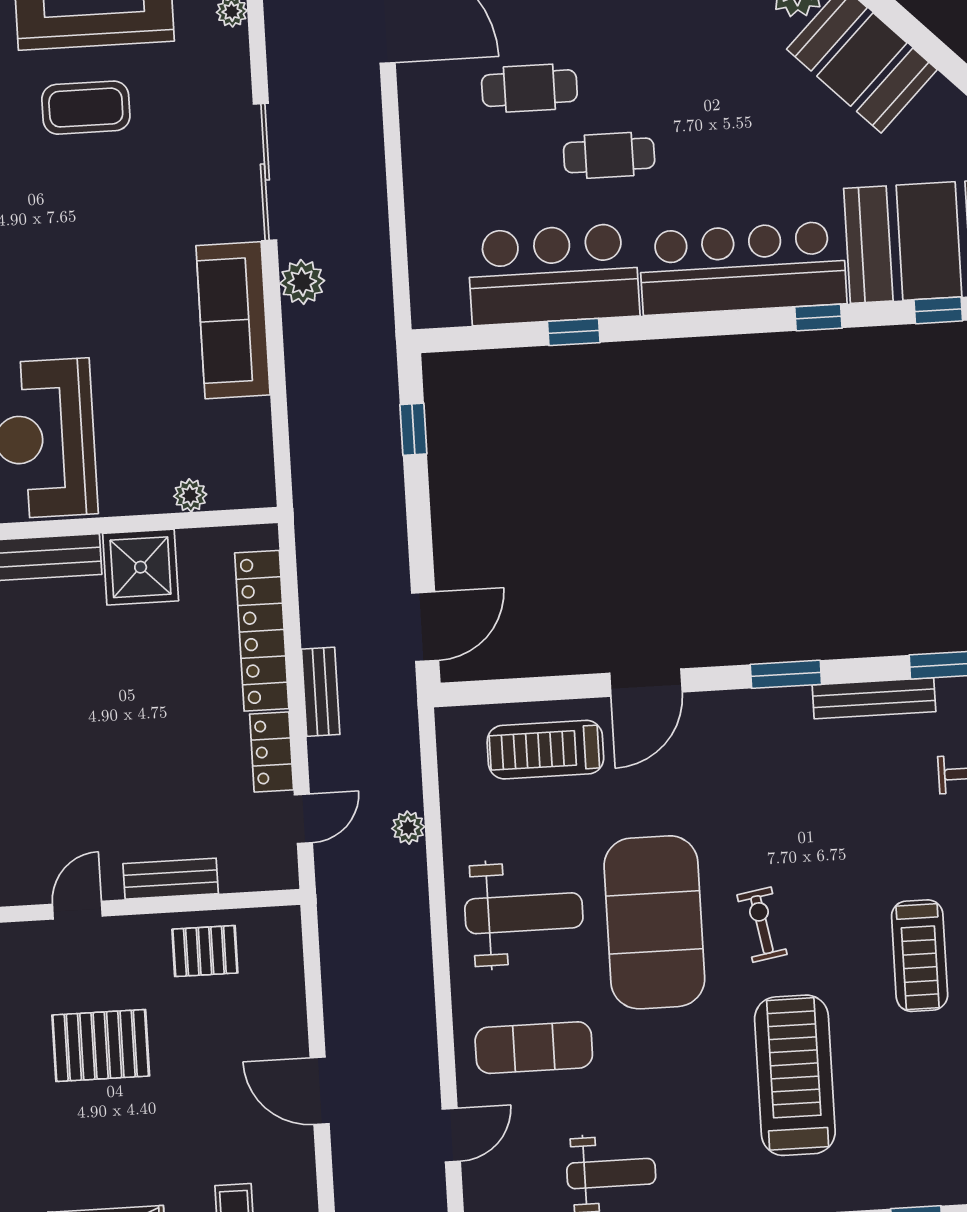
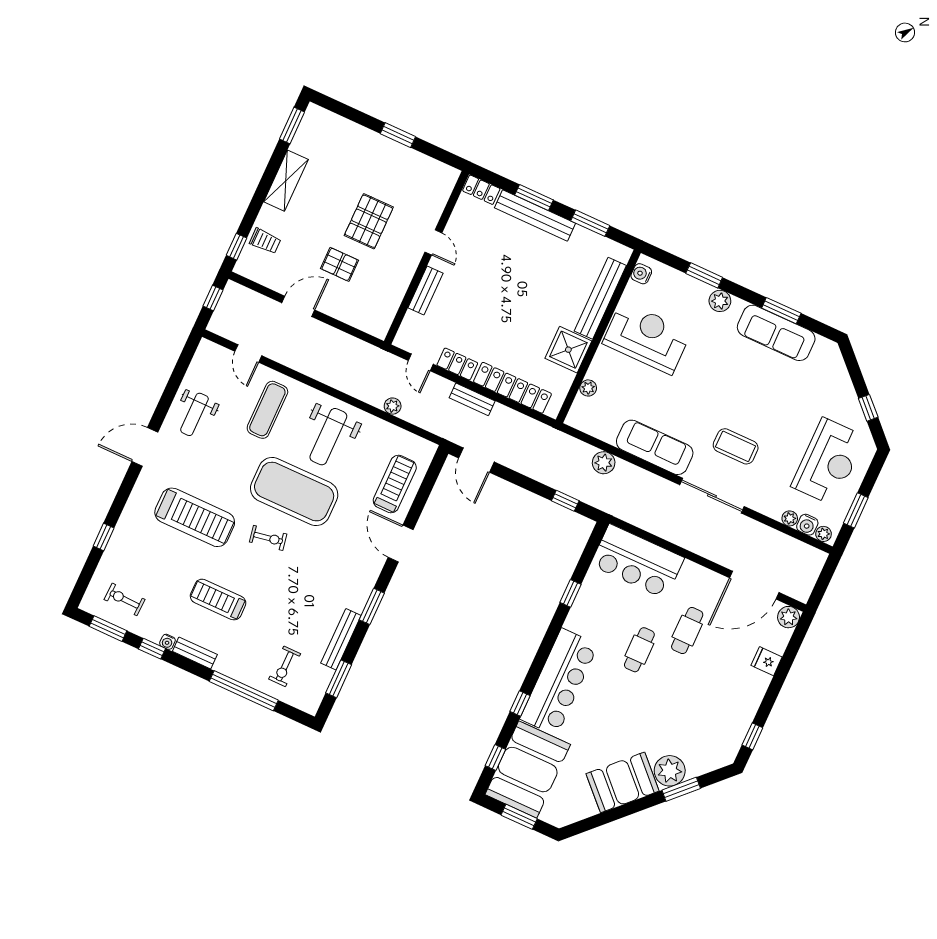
coffee table: (86, 108) -> (736, 446), moved, turned 90
bar counter: (553, 274) -> (637, 561), moved, turned 90
plant: (302, 282) -> (604, 463), moved
pallet: (205, 951) -> (340, 264), moved, turned 90

